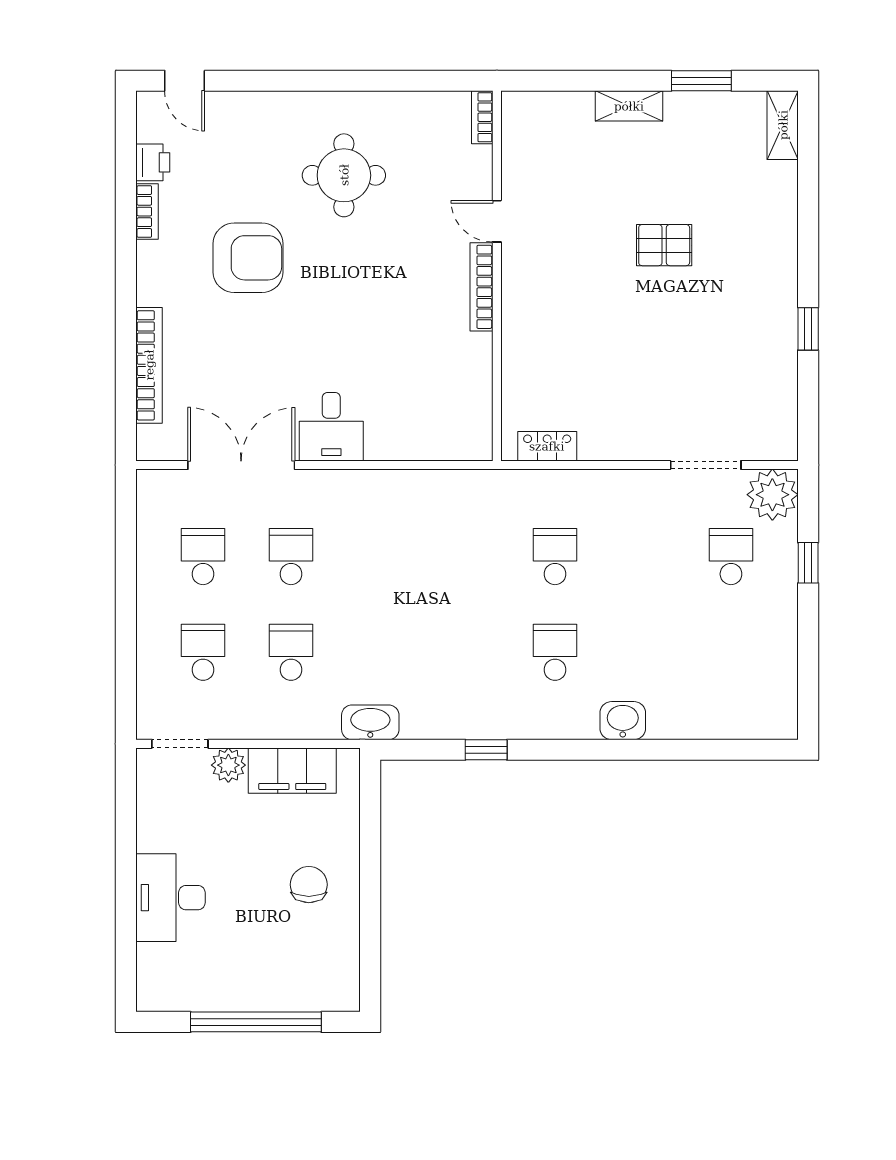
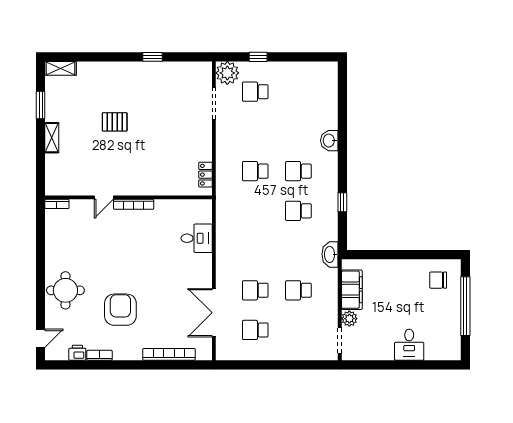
round table: (344, 175) -> (65, 290), moved
pallet: (664, 245) -> (115, 122), turned 90
desk: (331, 427) -> (197, 238), moved
school desk: (203, 652) -> (298, 211), moved
chair: (309, 885) -> (438, 280), moved
desk: (170, 898) -> (409, 345), width x0.73

